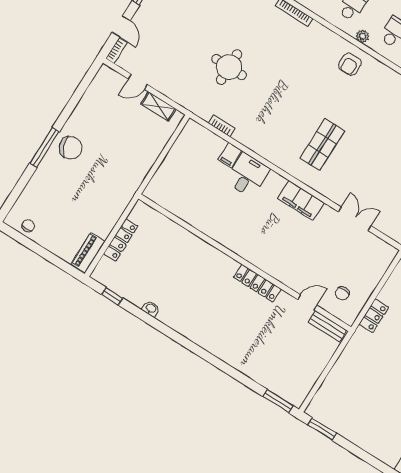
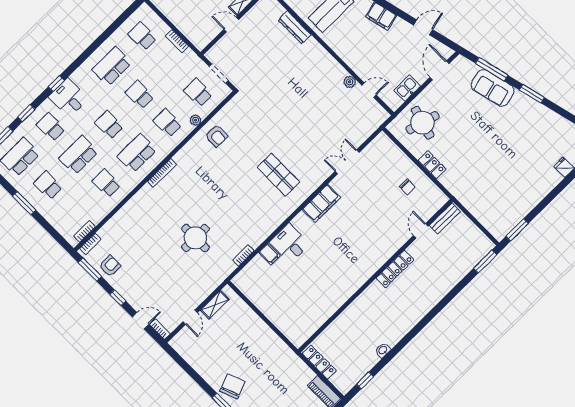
wall: (245, 263) -> (375, 276), moved
locker: (257, 283) -> (395, 269), moved
door: (307, 302) -> (421, 231), moved
bench: (328, 326) -> (445, 218), moved

